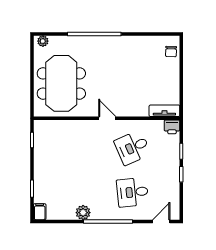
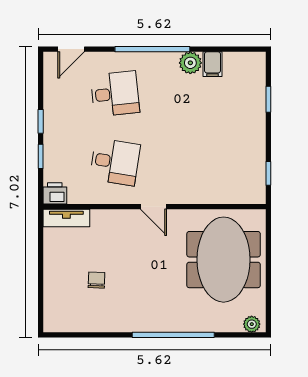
chair: (171, 52) -> (96, 280), moved
desk: (133, 148) -> (115, 162), turned 33
filing cabinet: (40, 212) -> (212, 64), moved

